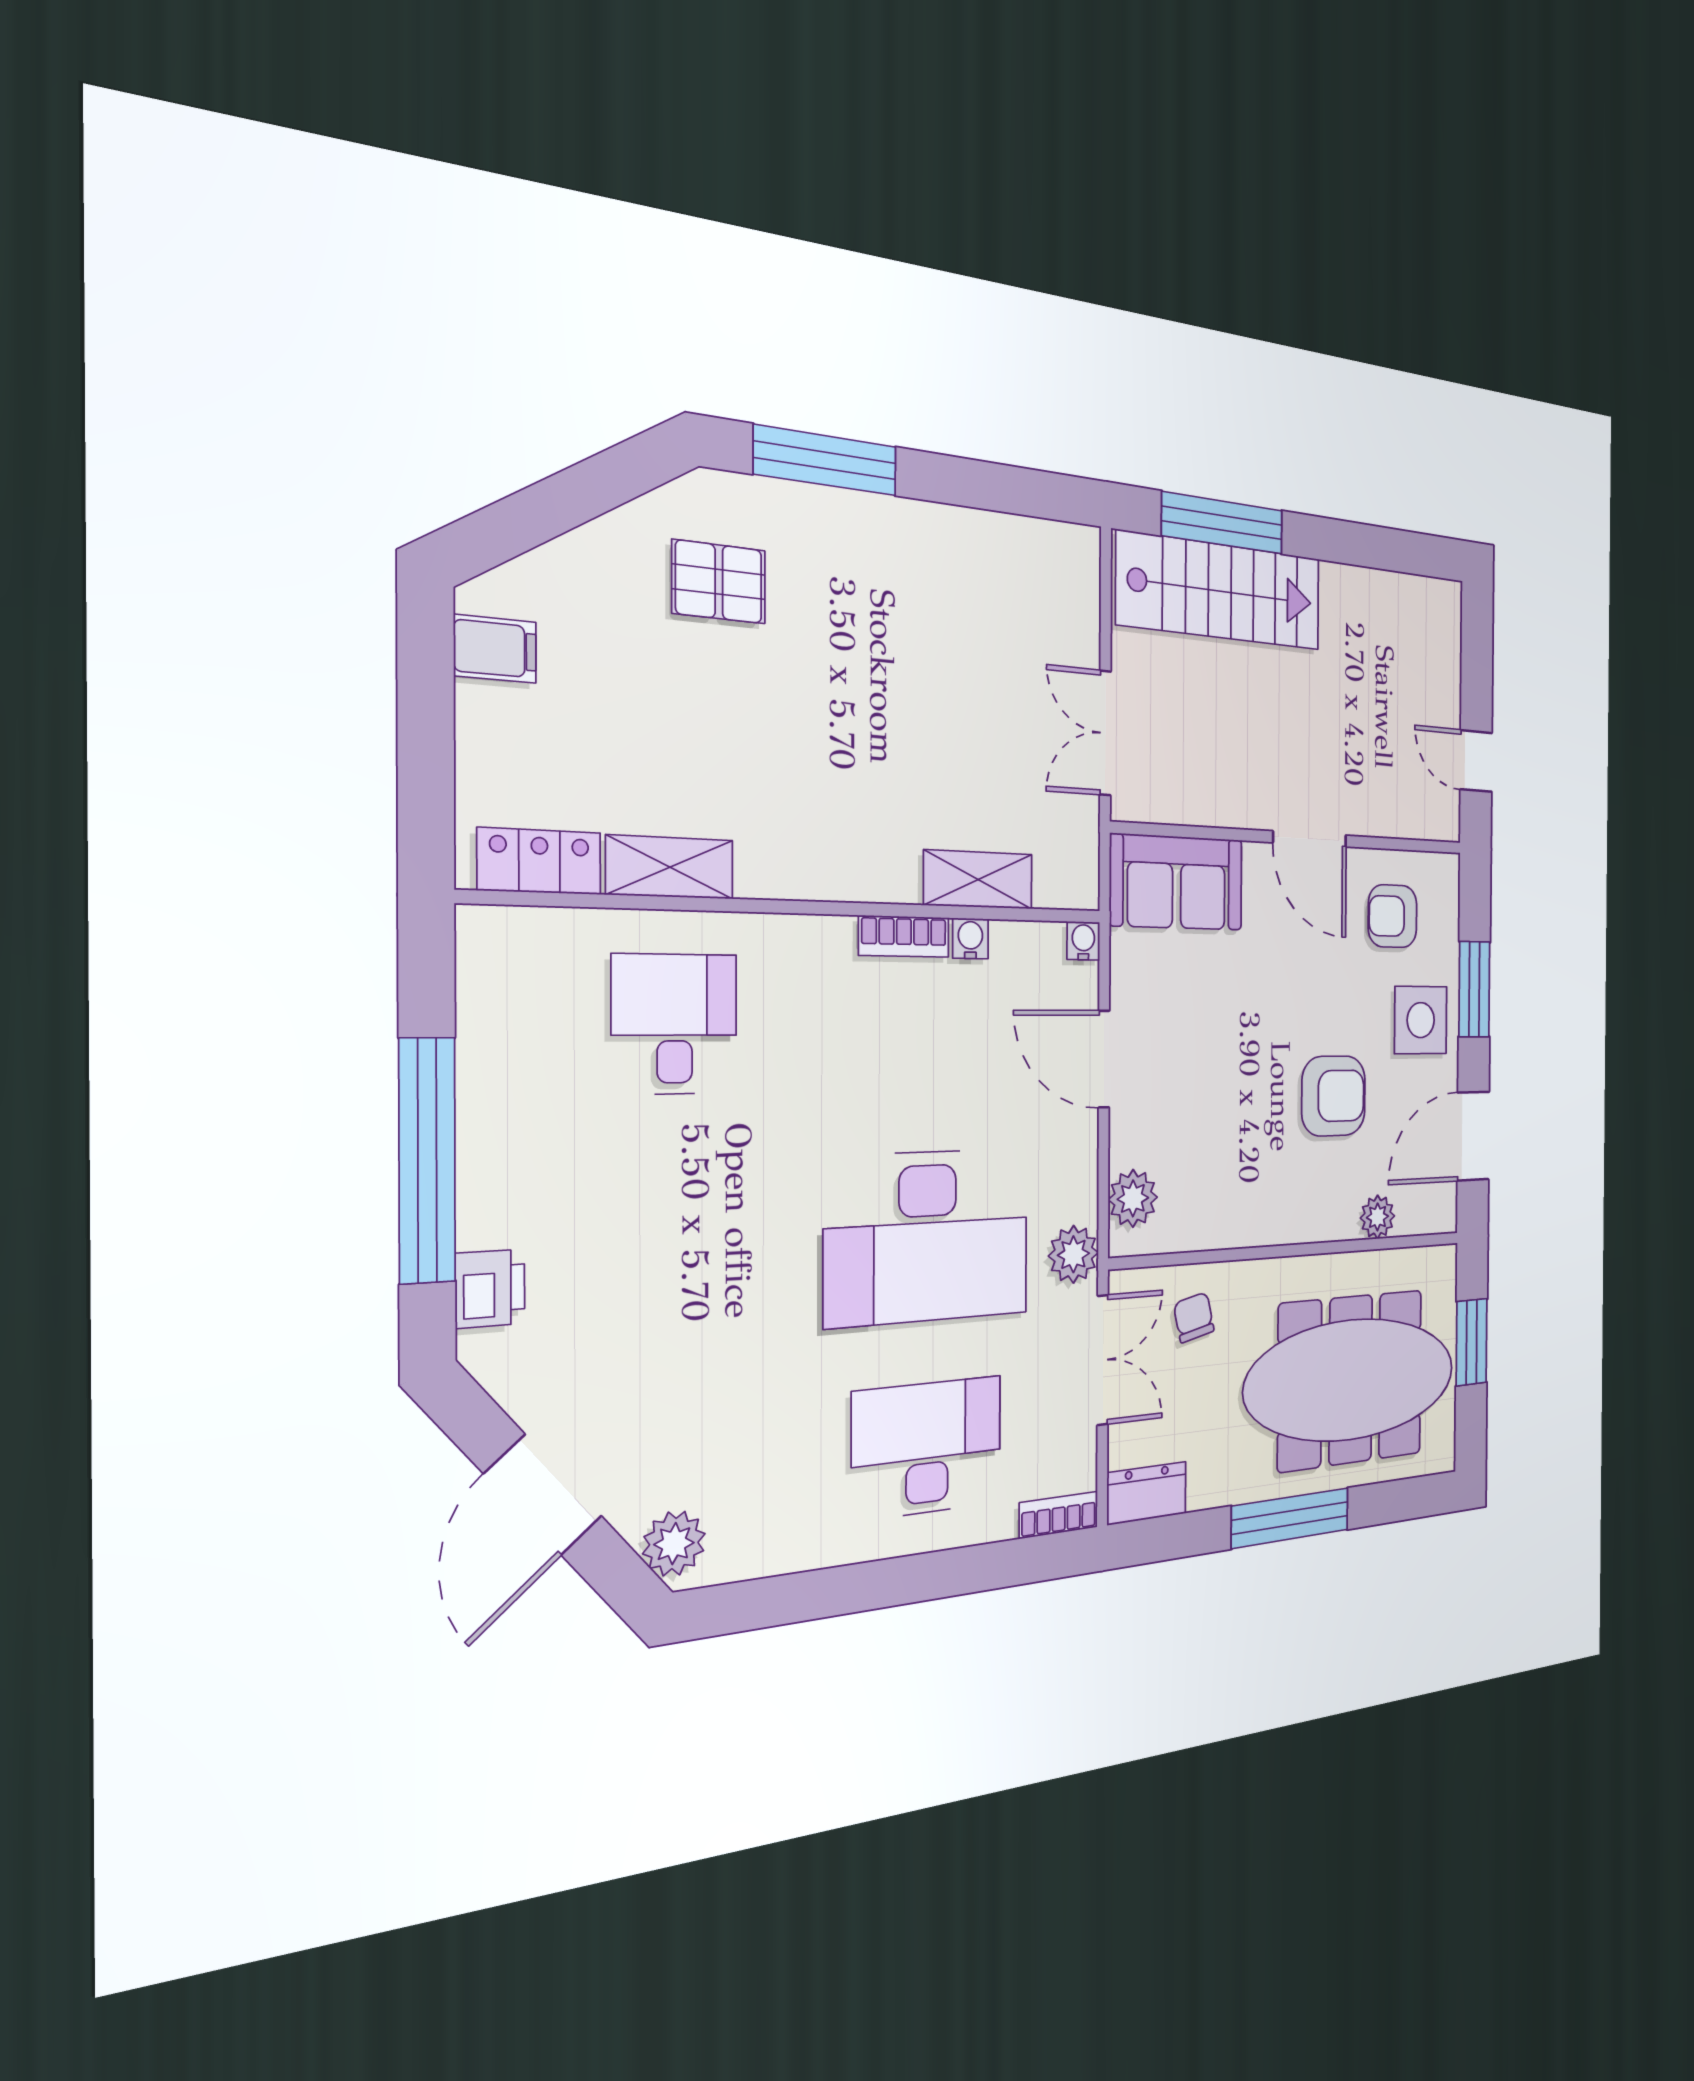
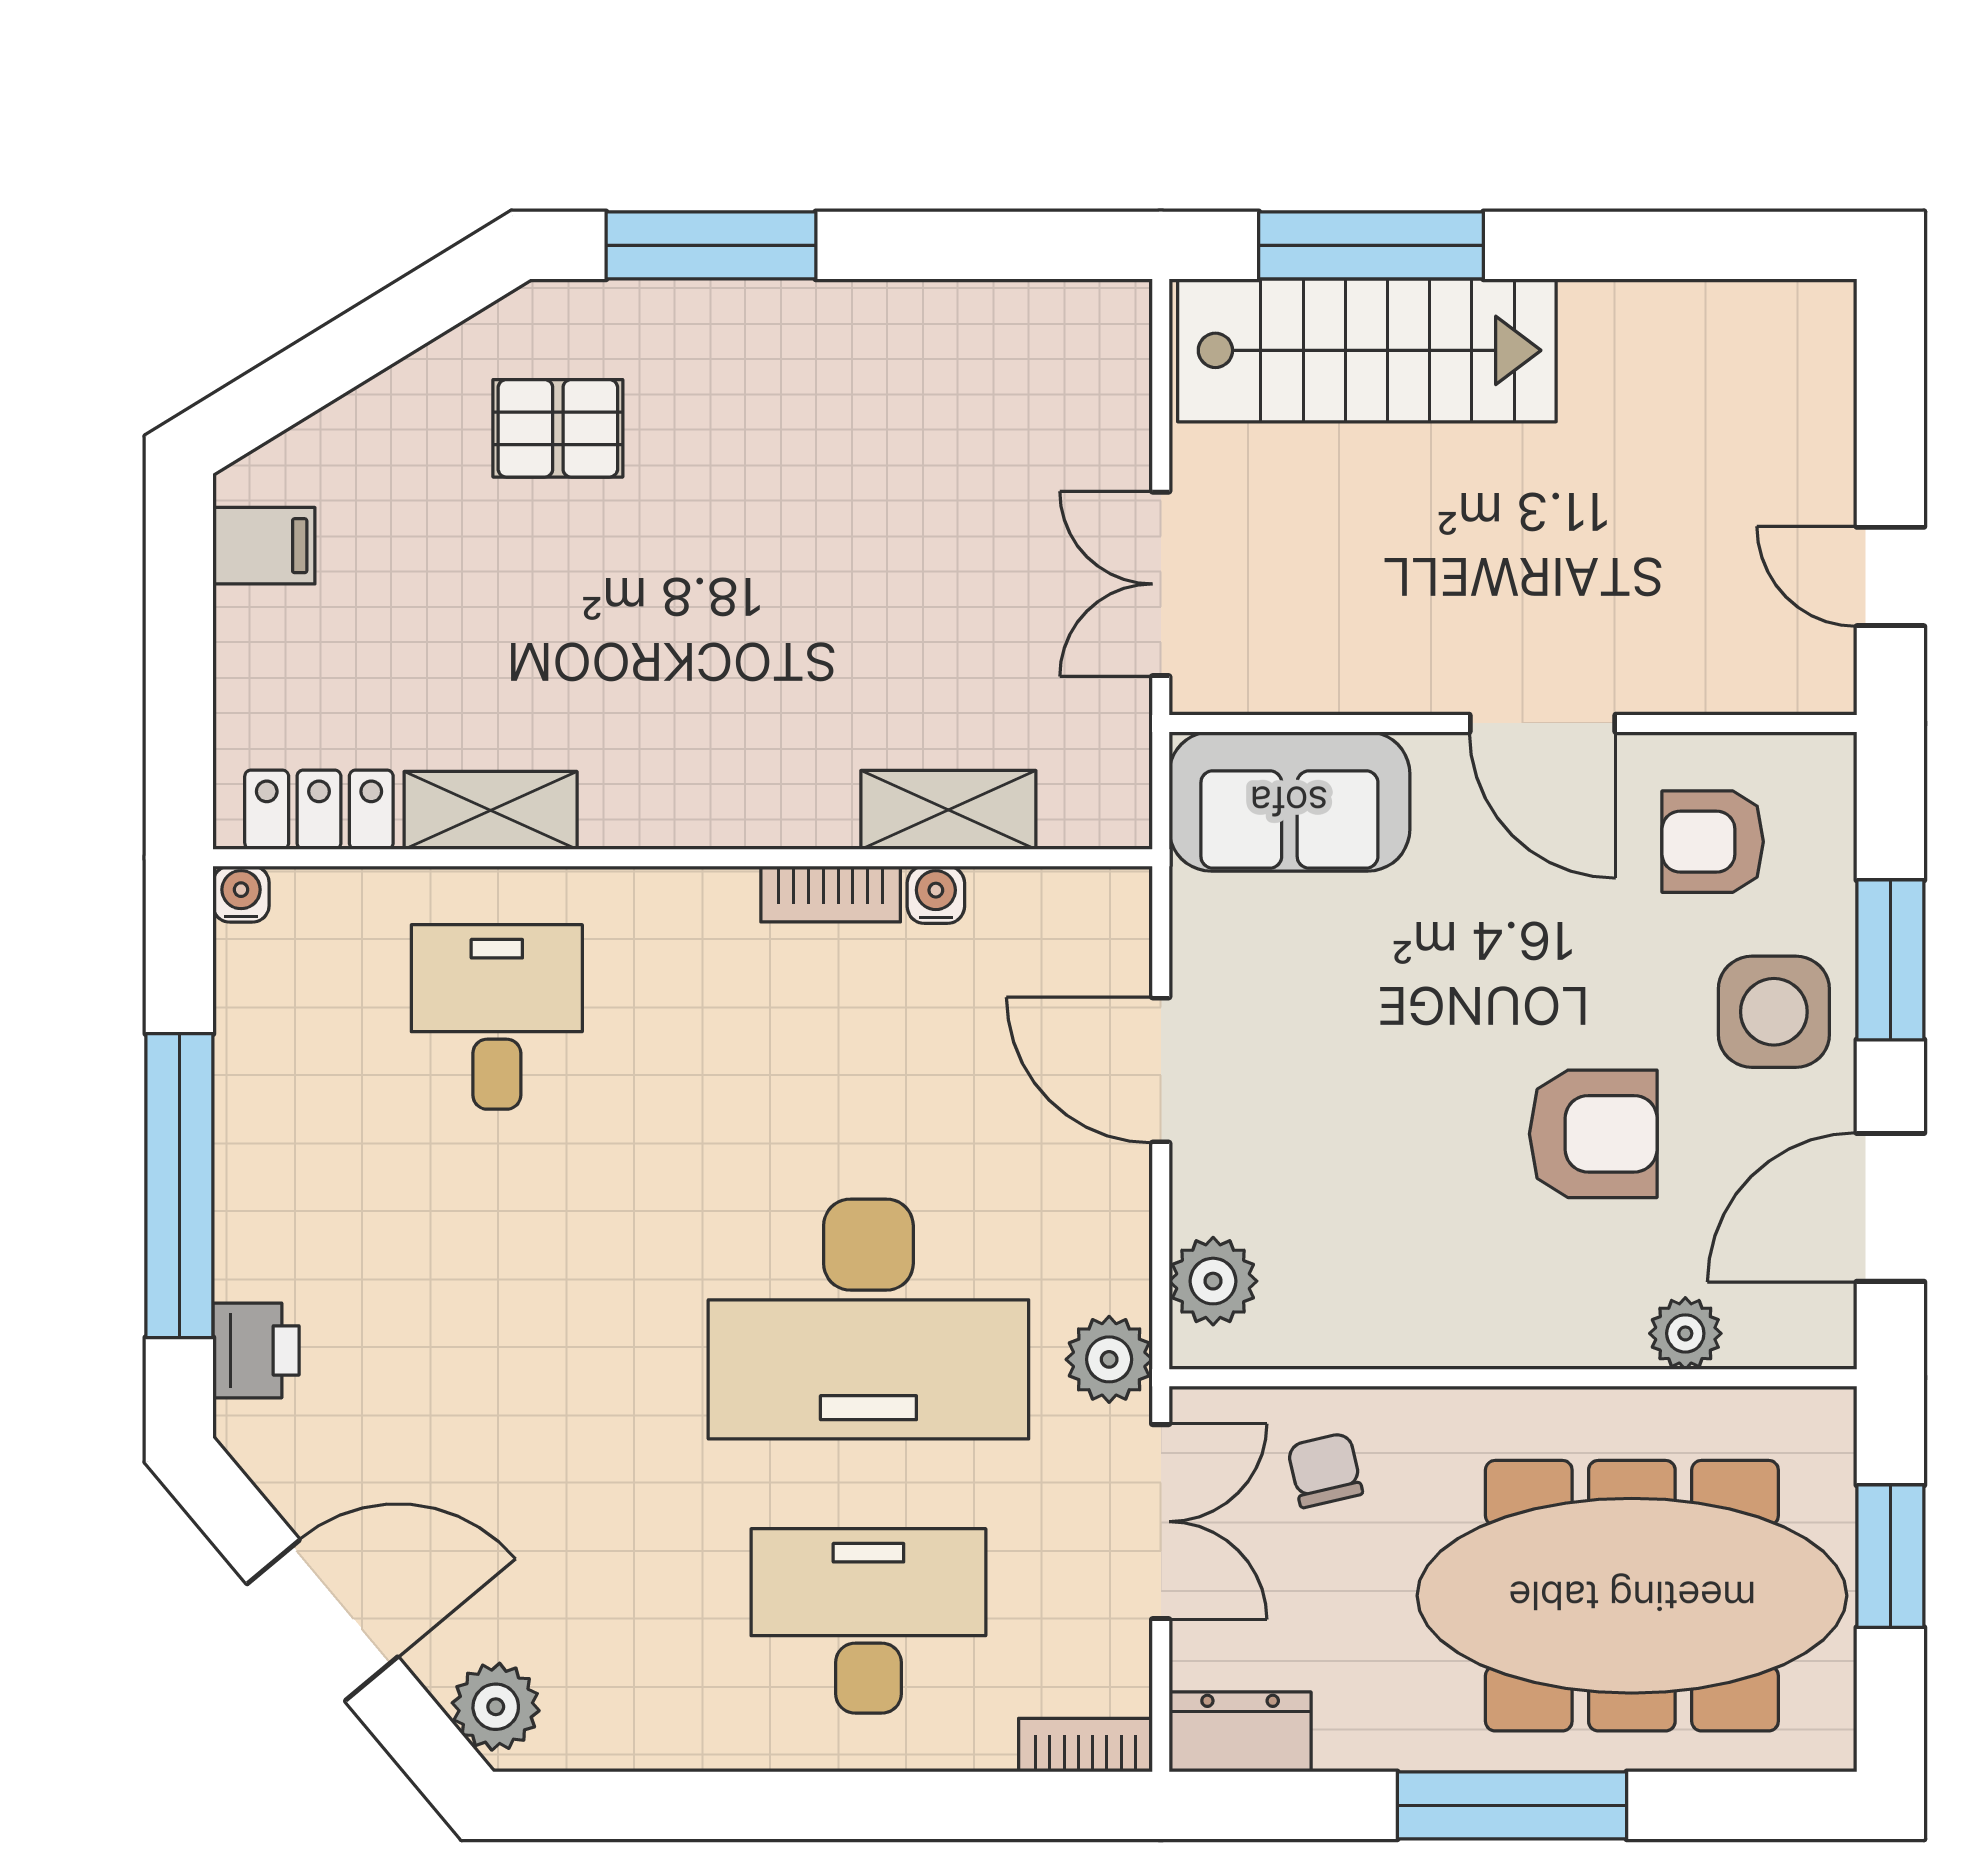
water cooler: (1083, 941) -> (241, 894), moved
door: (543, 1495) -> (322, 1620), swing flipped

